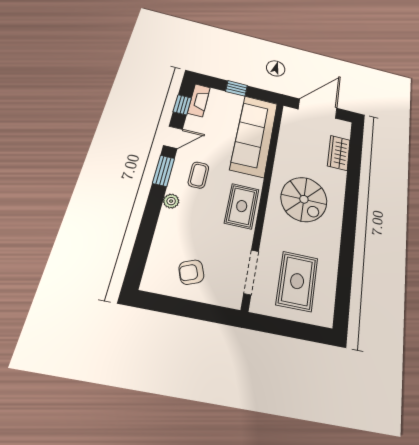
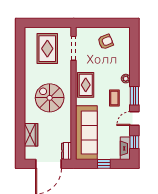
dresser: (289, 118) -> (67, 151), added

